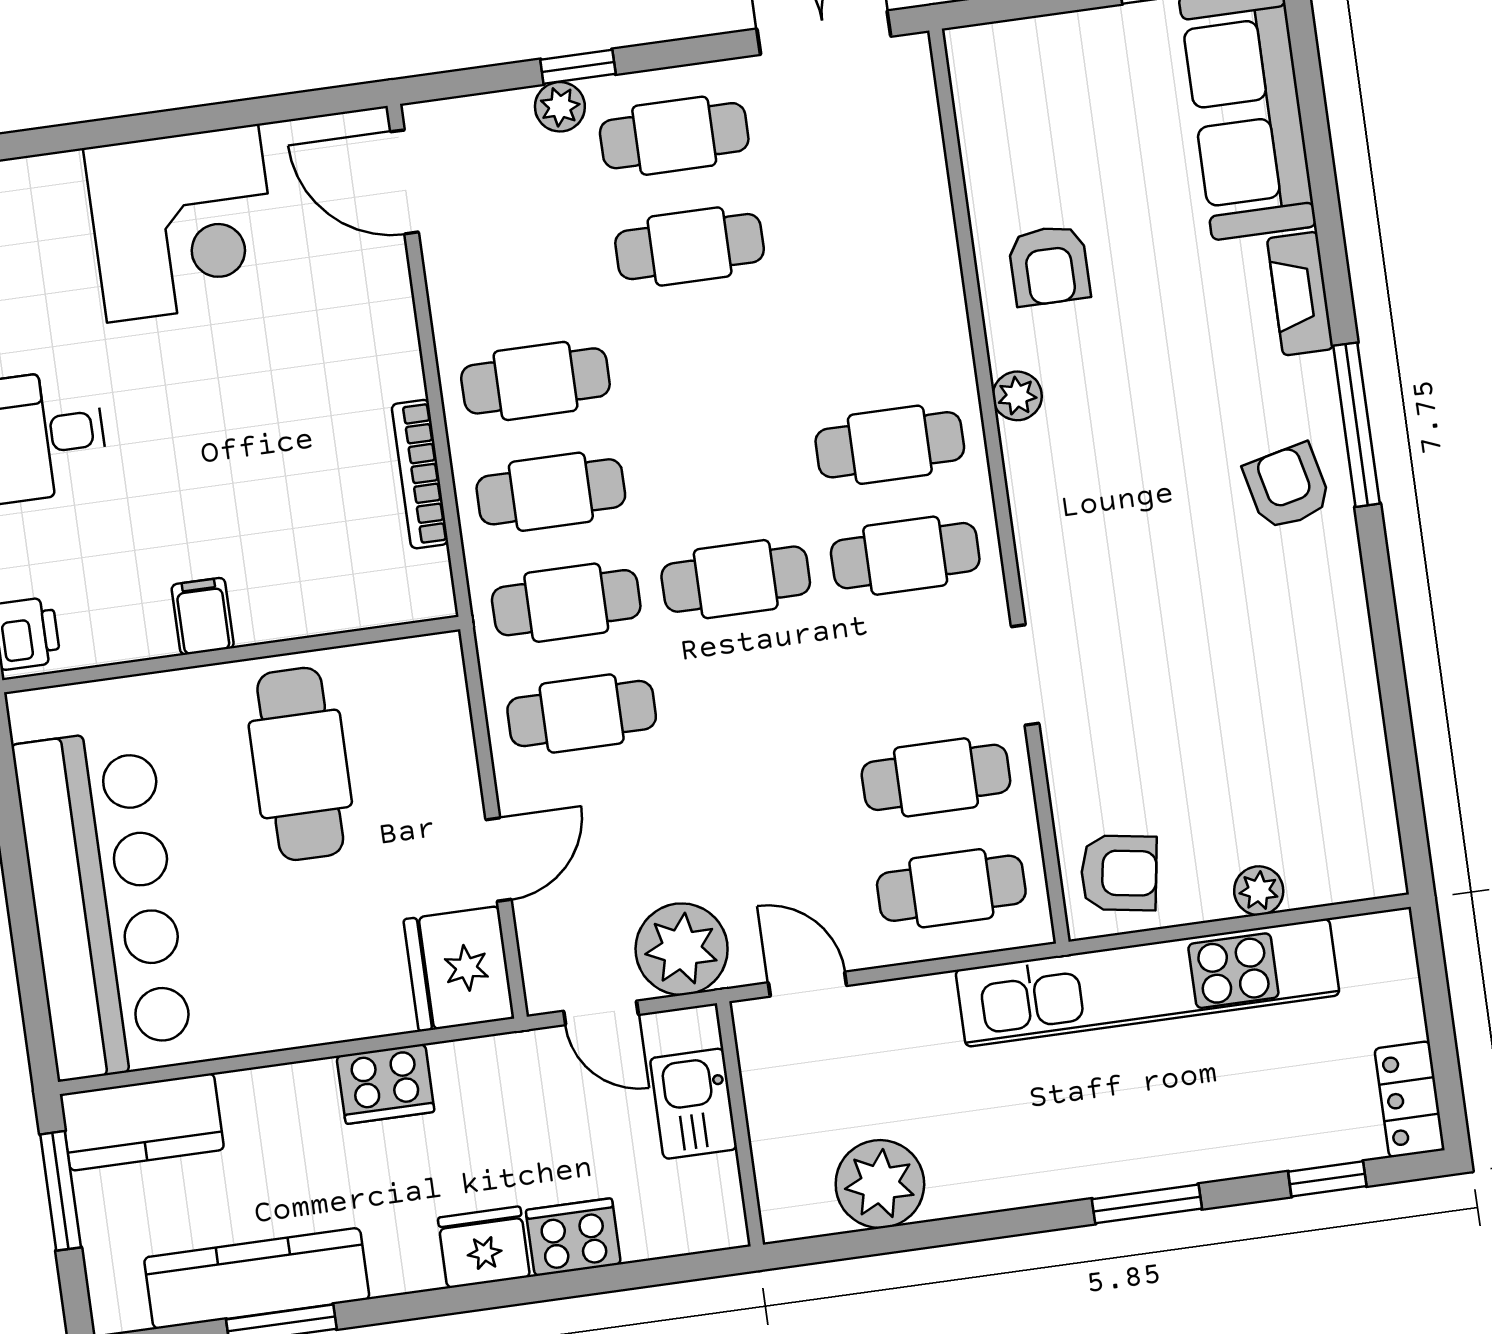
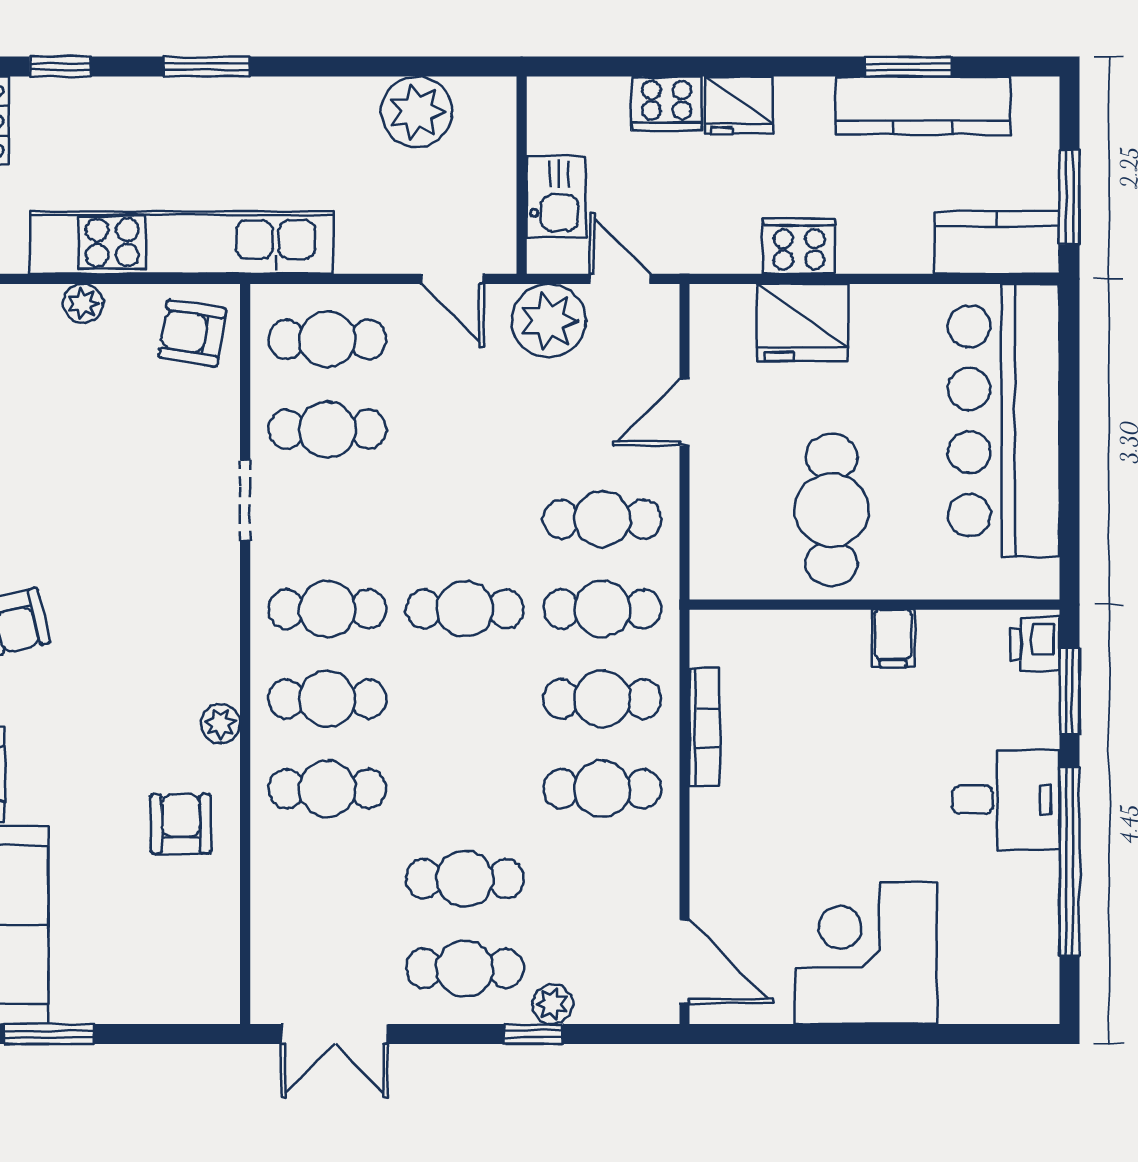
cafe table: (874, 334) -> (327, 789), added
fridge: (459, 969) -> (803, 322), moved, turned 90

